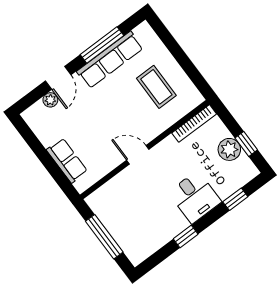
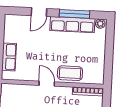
coffee table: (156, 87) -> (70, 73), moved, turned 90
plant: (50, 100) -> (100, 24), moved

